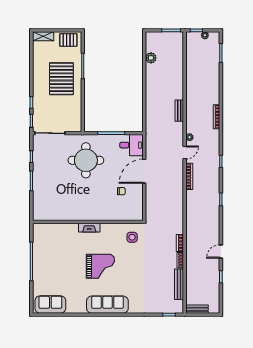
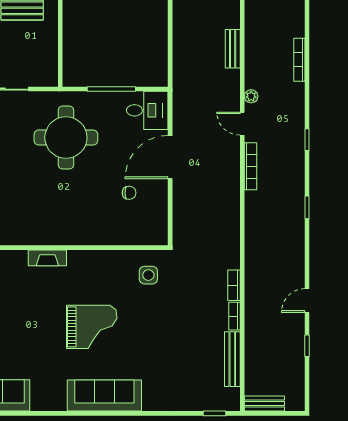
door: (185, 153) -> (242, 124), swing flipped
fireplace: (89, 228) -> (47, 258), moved

